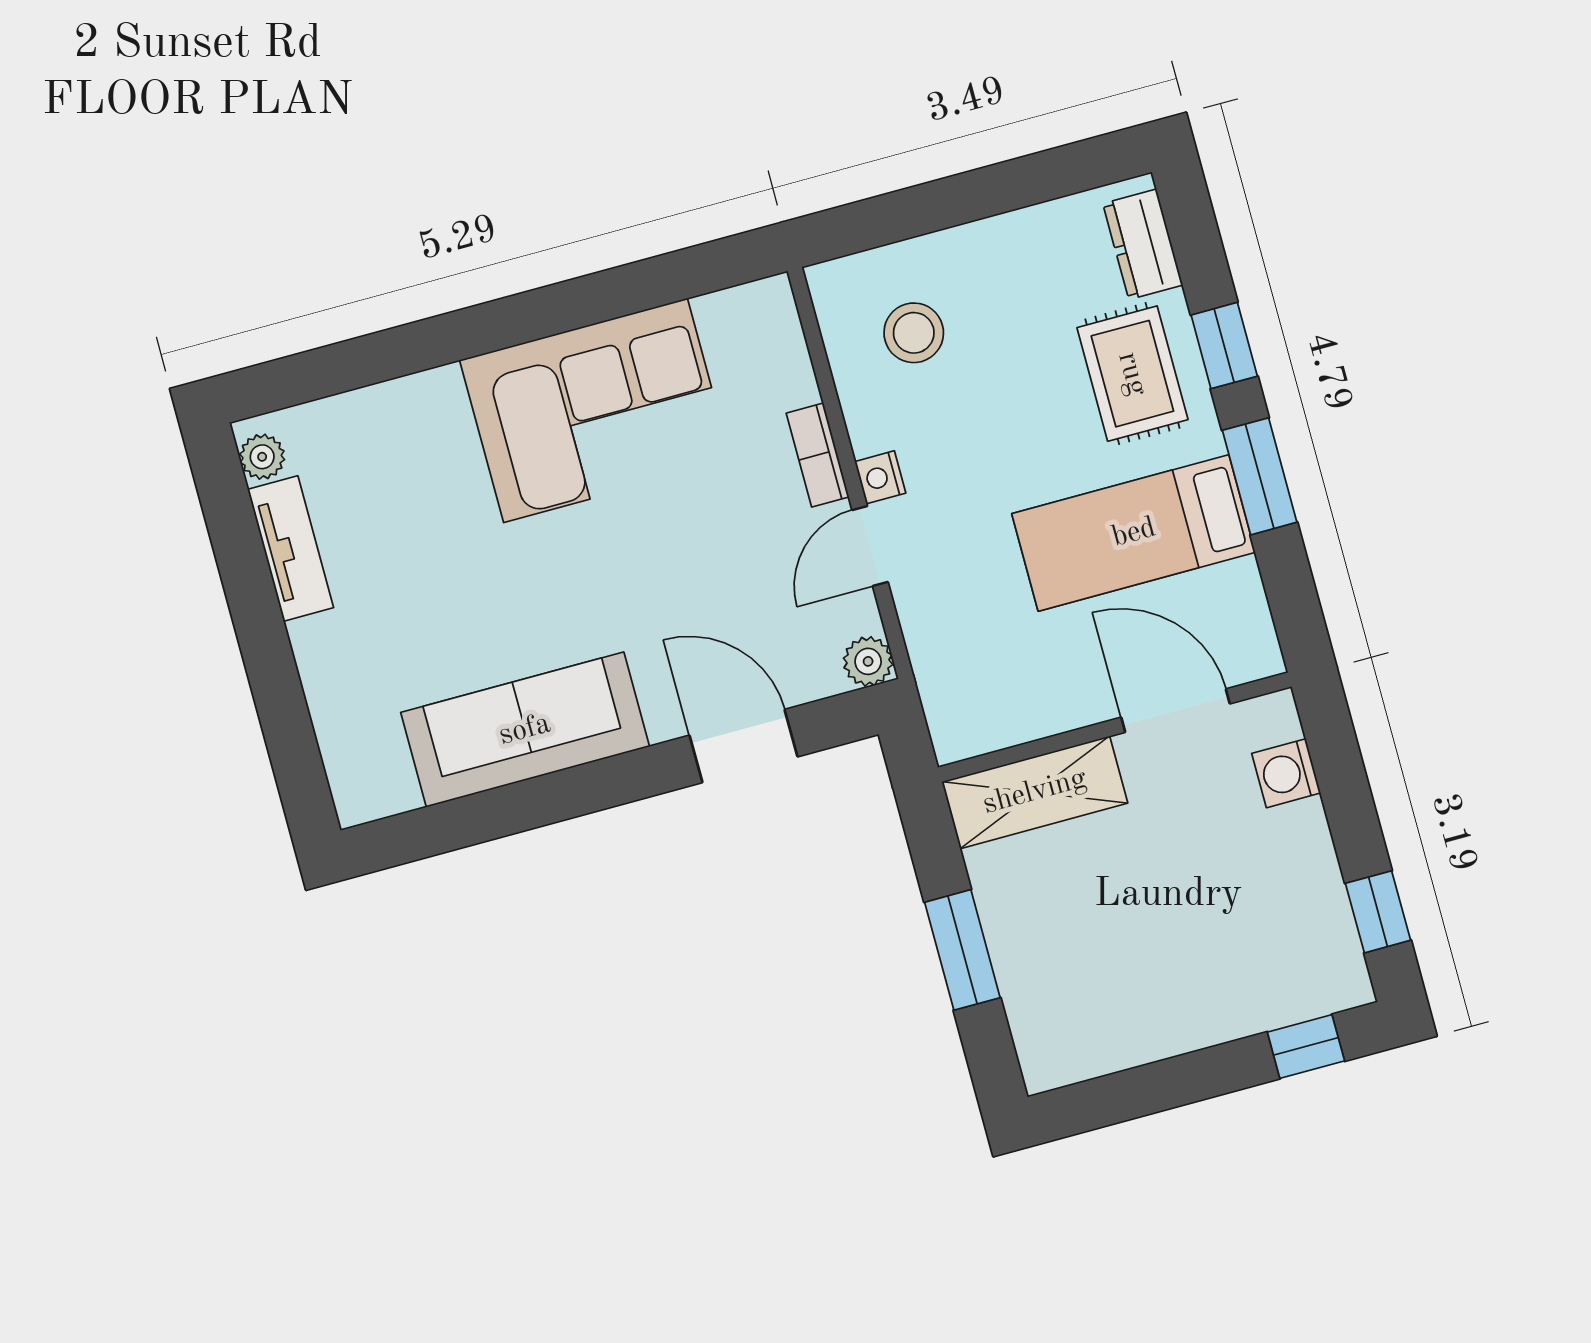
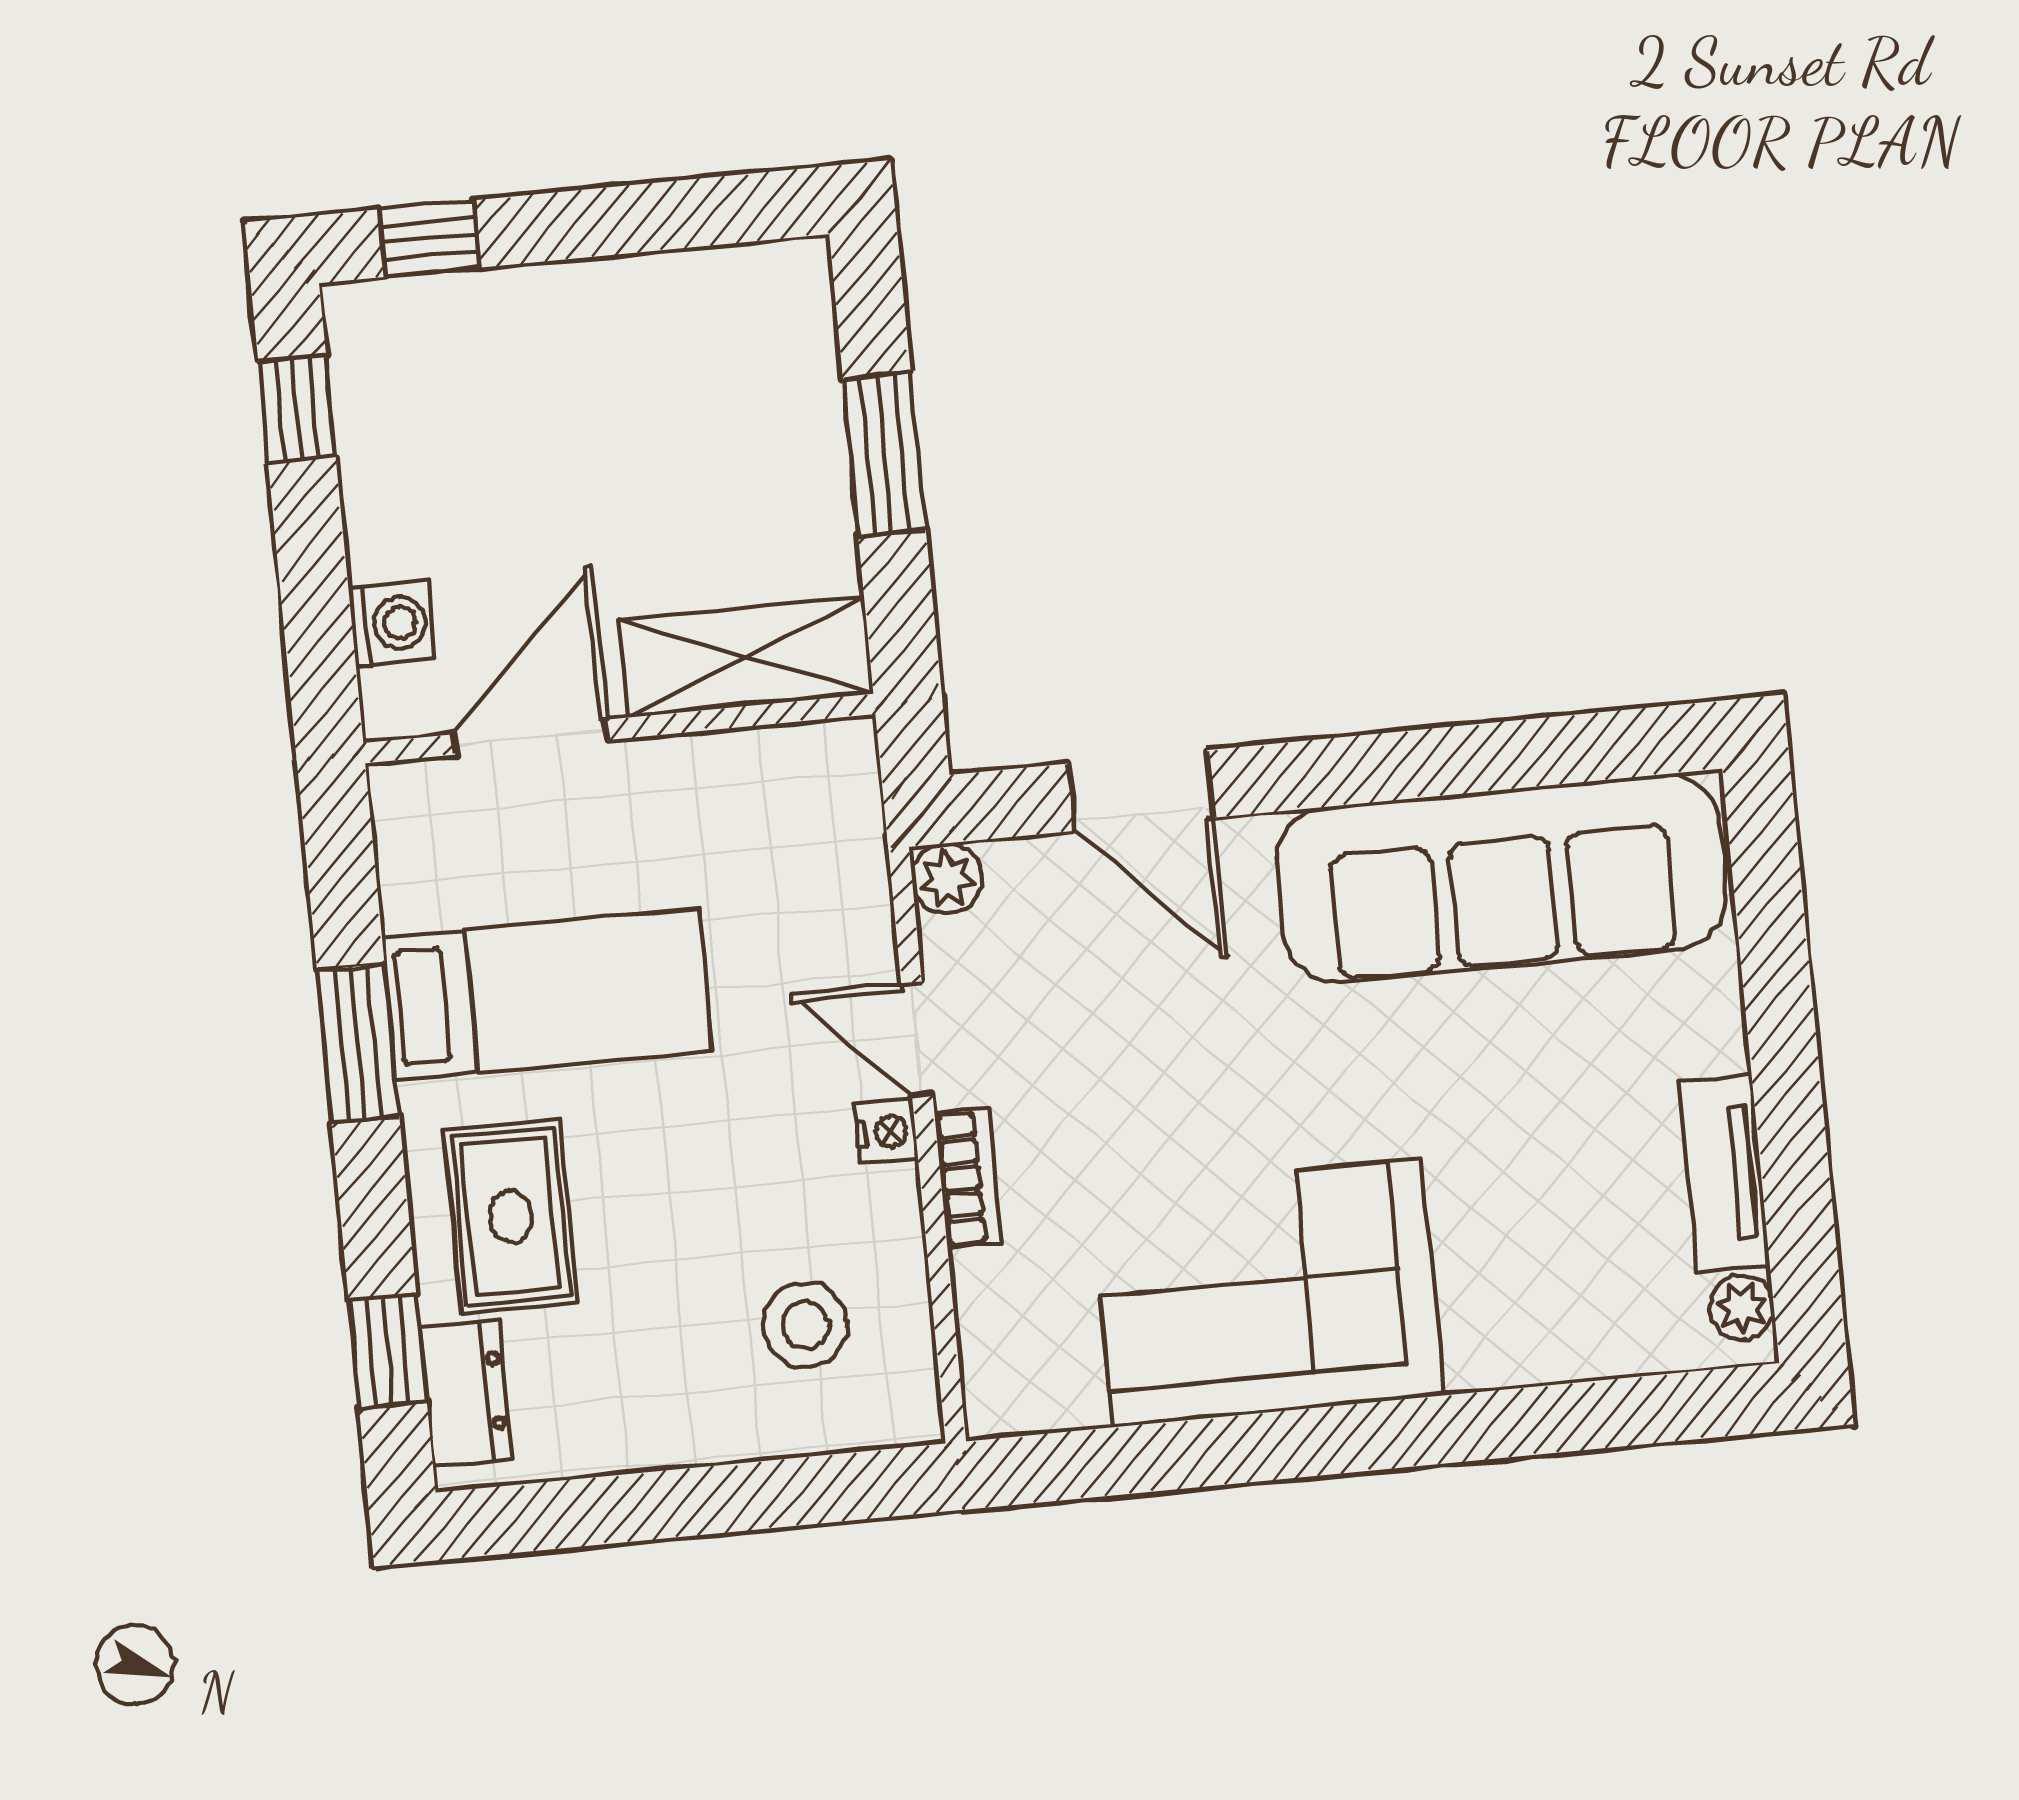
window: (1224, 346) -> (388, 1351), moved
door: (870, 546) -> (917, 1039), swing flipped
door: (1175, 711) -> (531, 737), swing flipped
sofa: (525, 730) -> (1501, 878), width x1.36, depth x1.27

